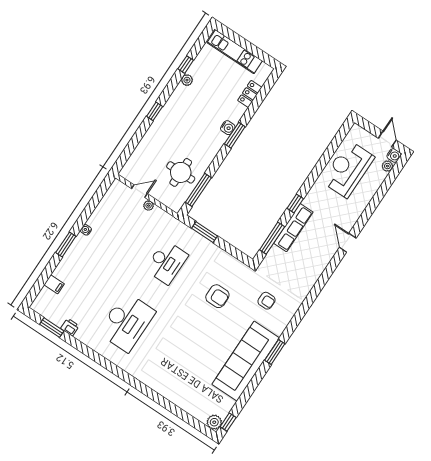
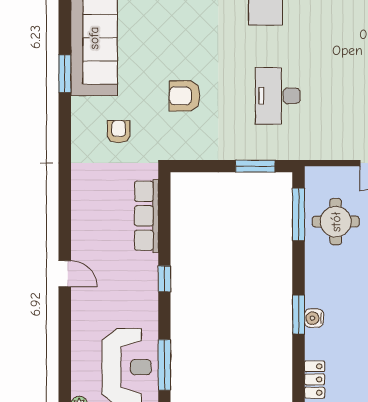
plant: (149, 206) -> (348, 152), removed
row of seats: (293, 228) -> (146, 216), moved
window: (272, 238) -> (164, 365), moved
armchair: (266, 301) -> (119, 132), turned 90

